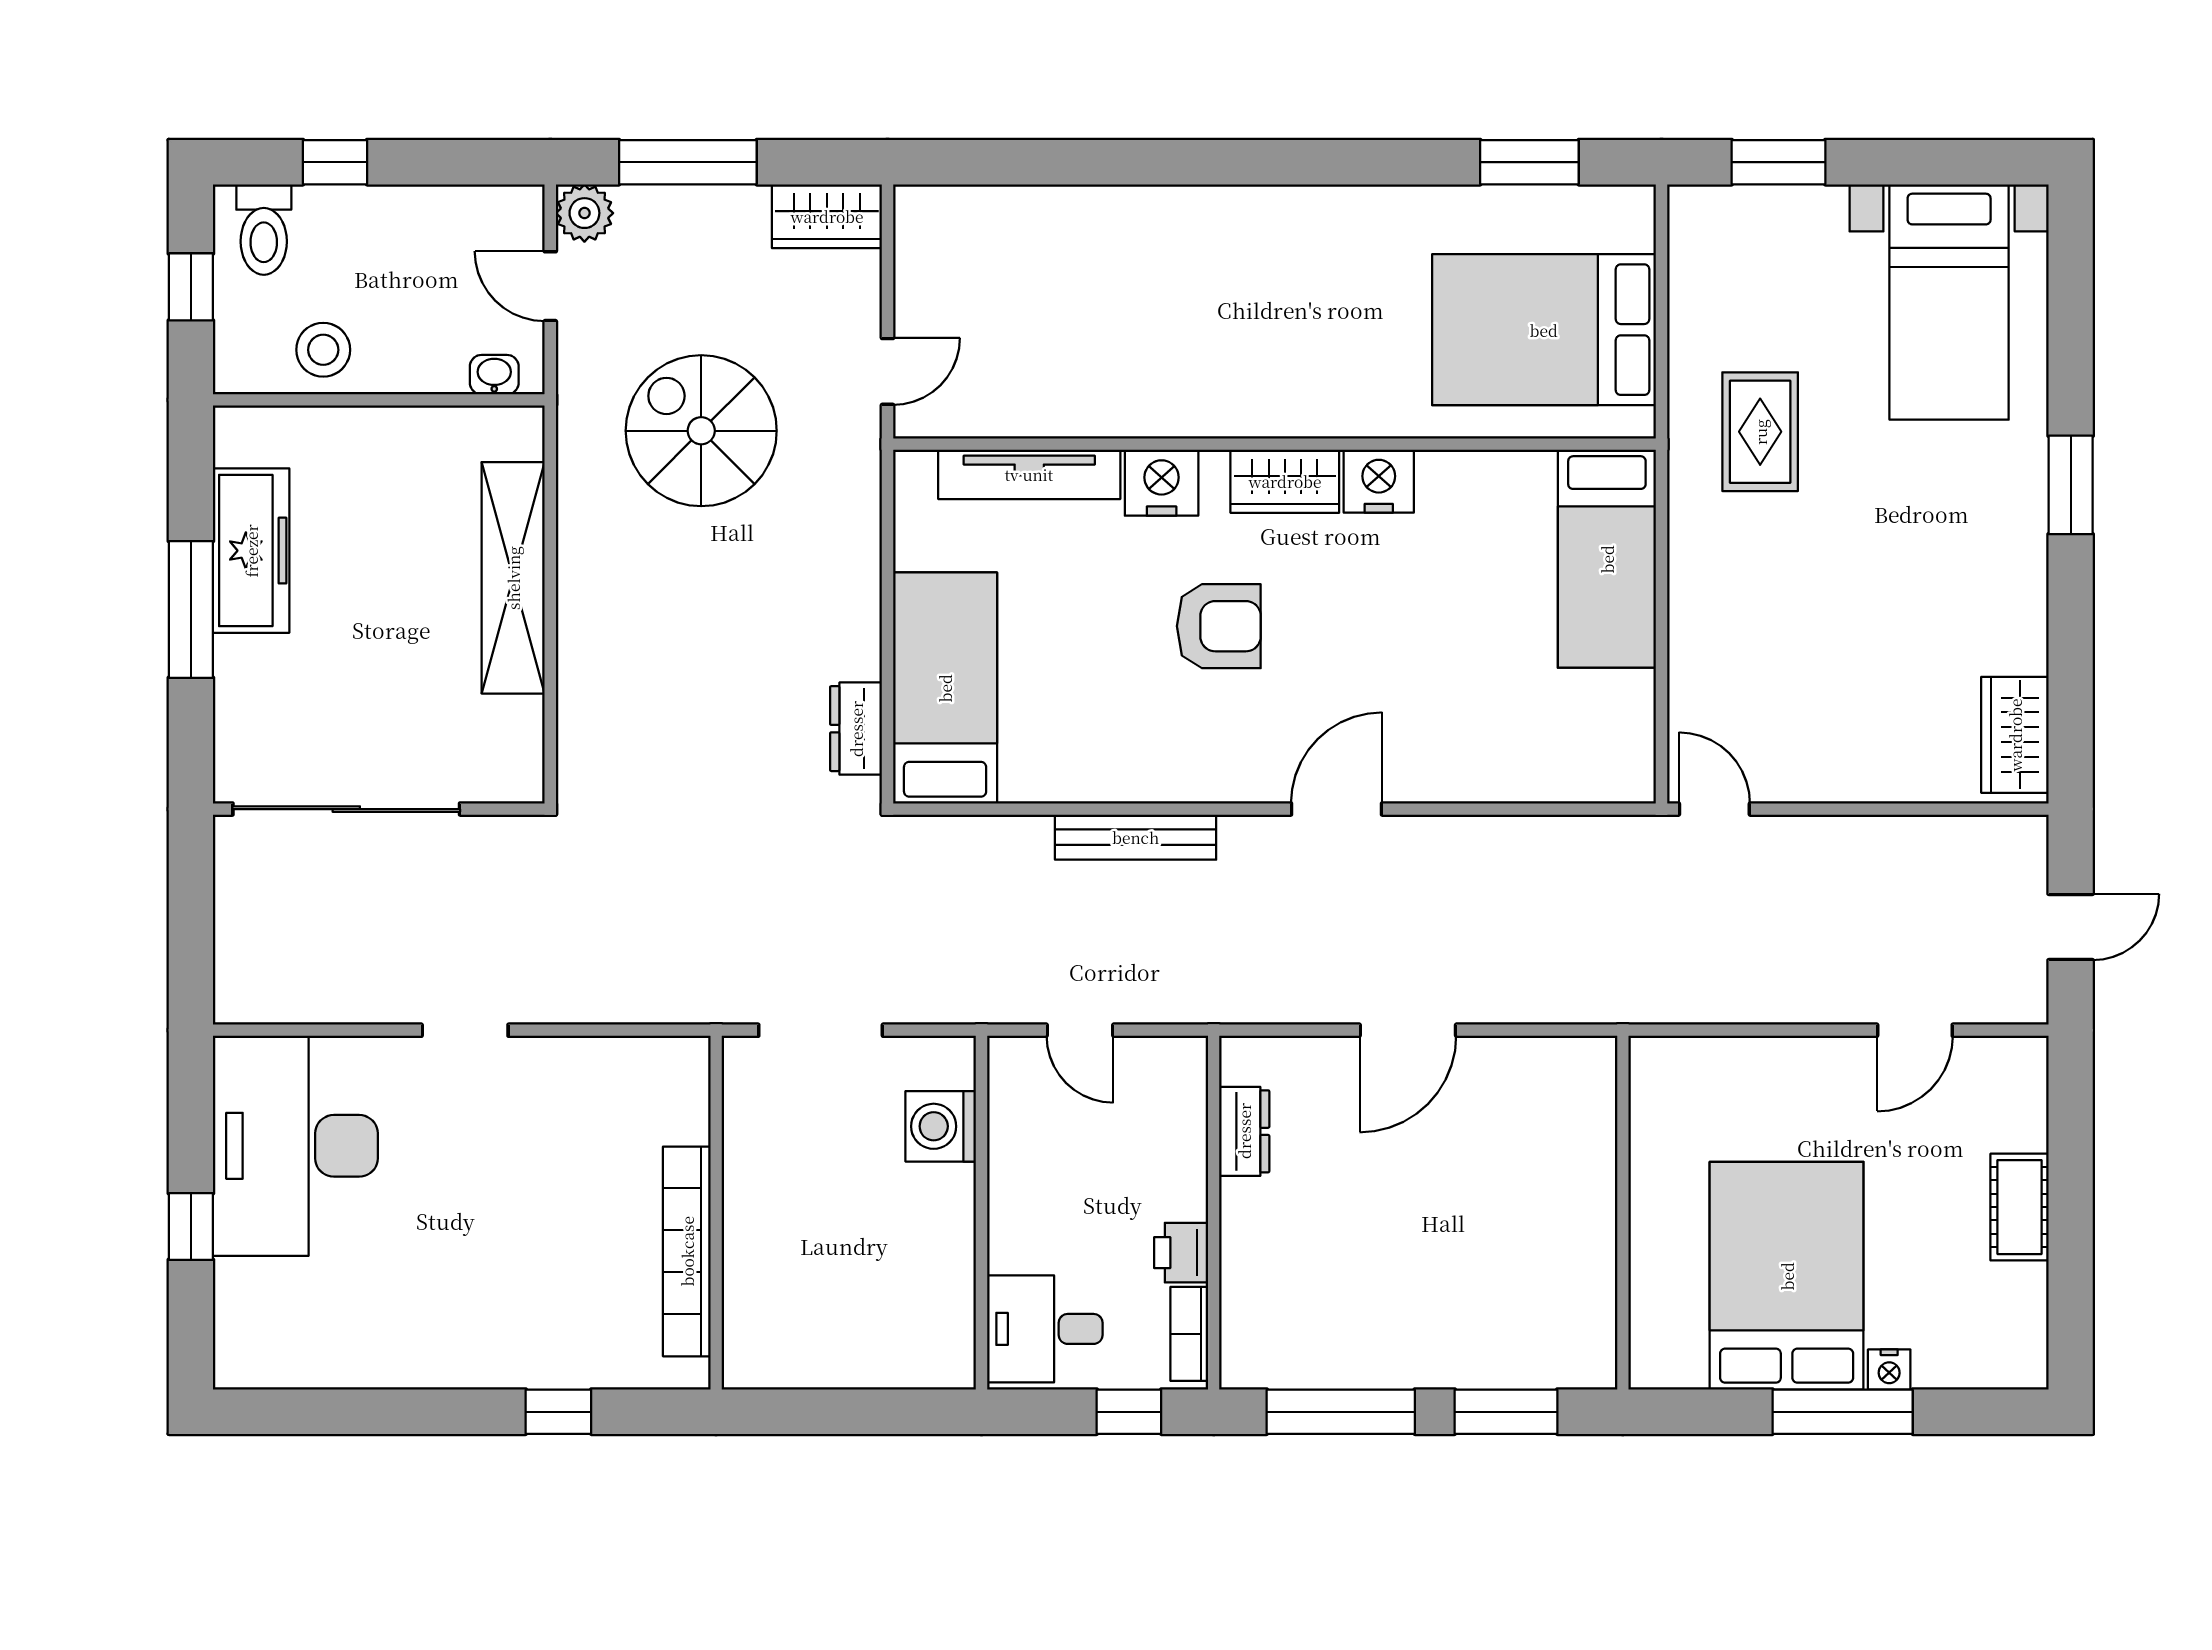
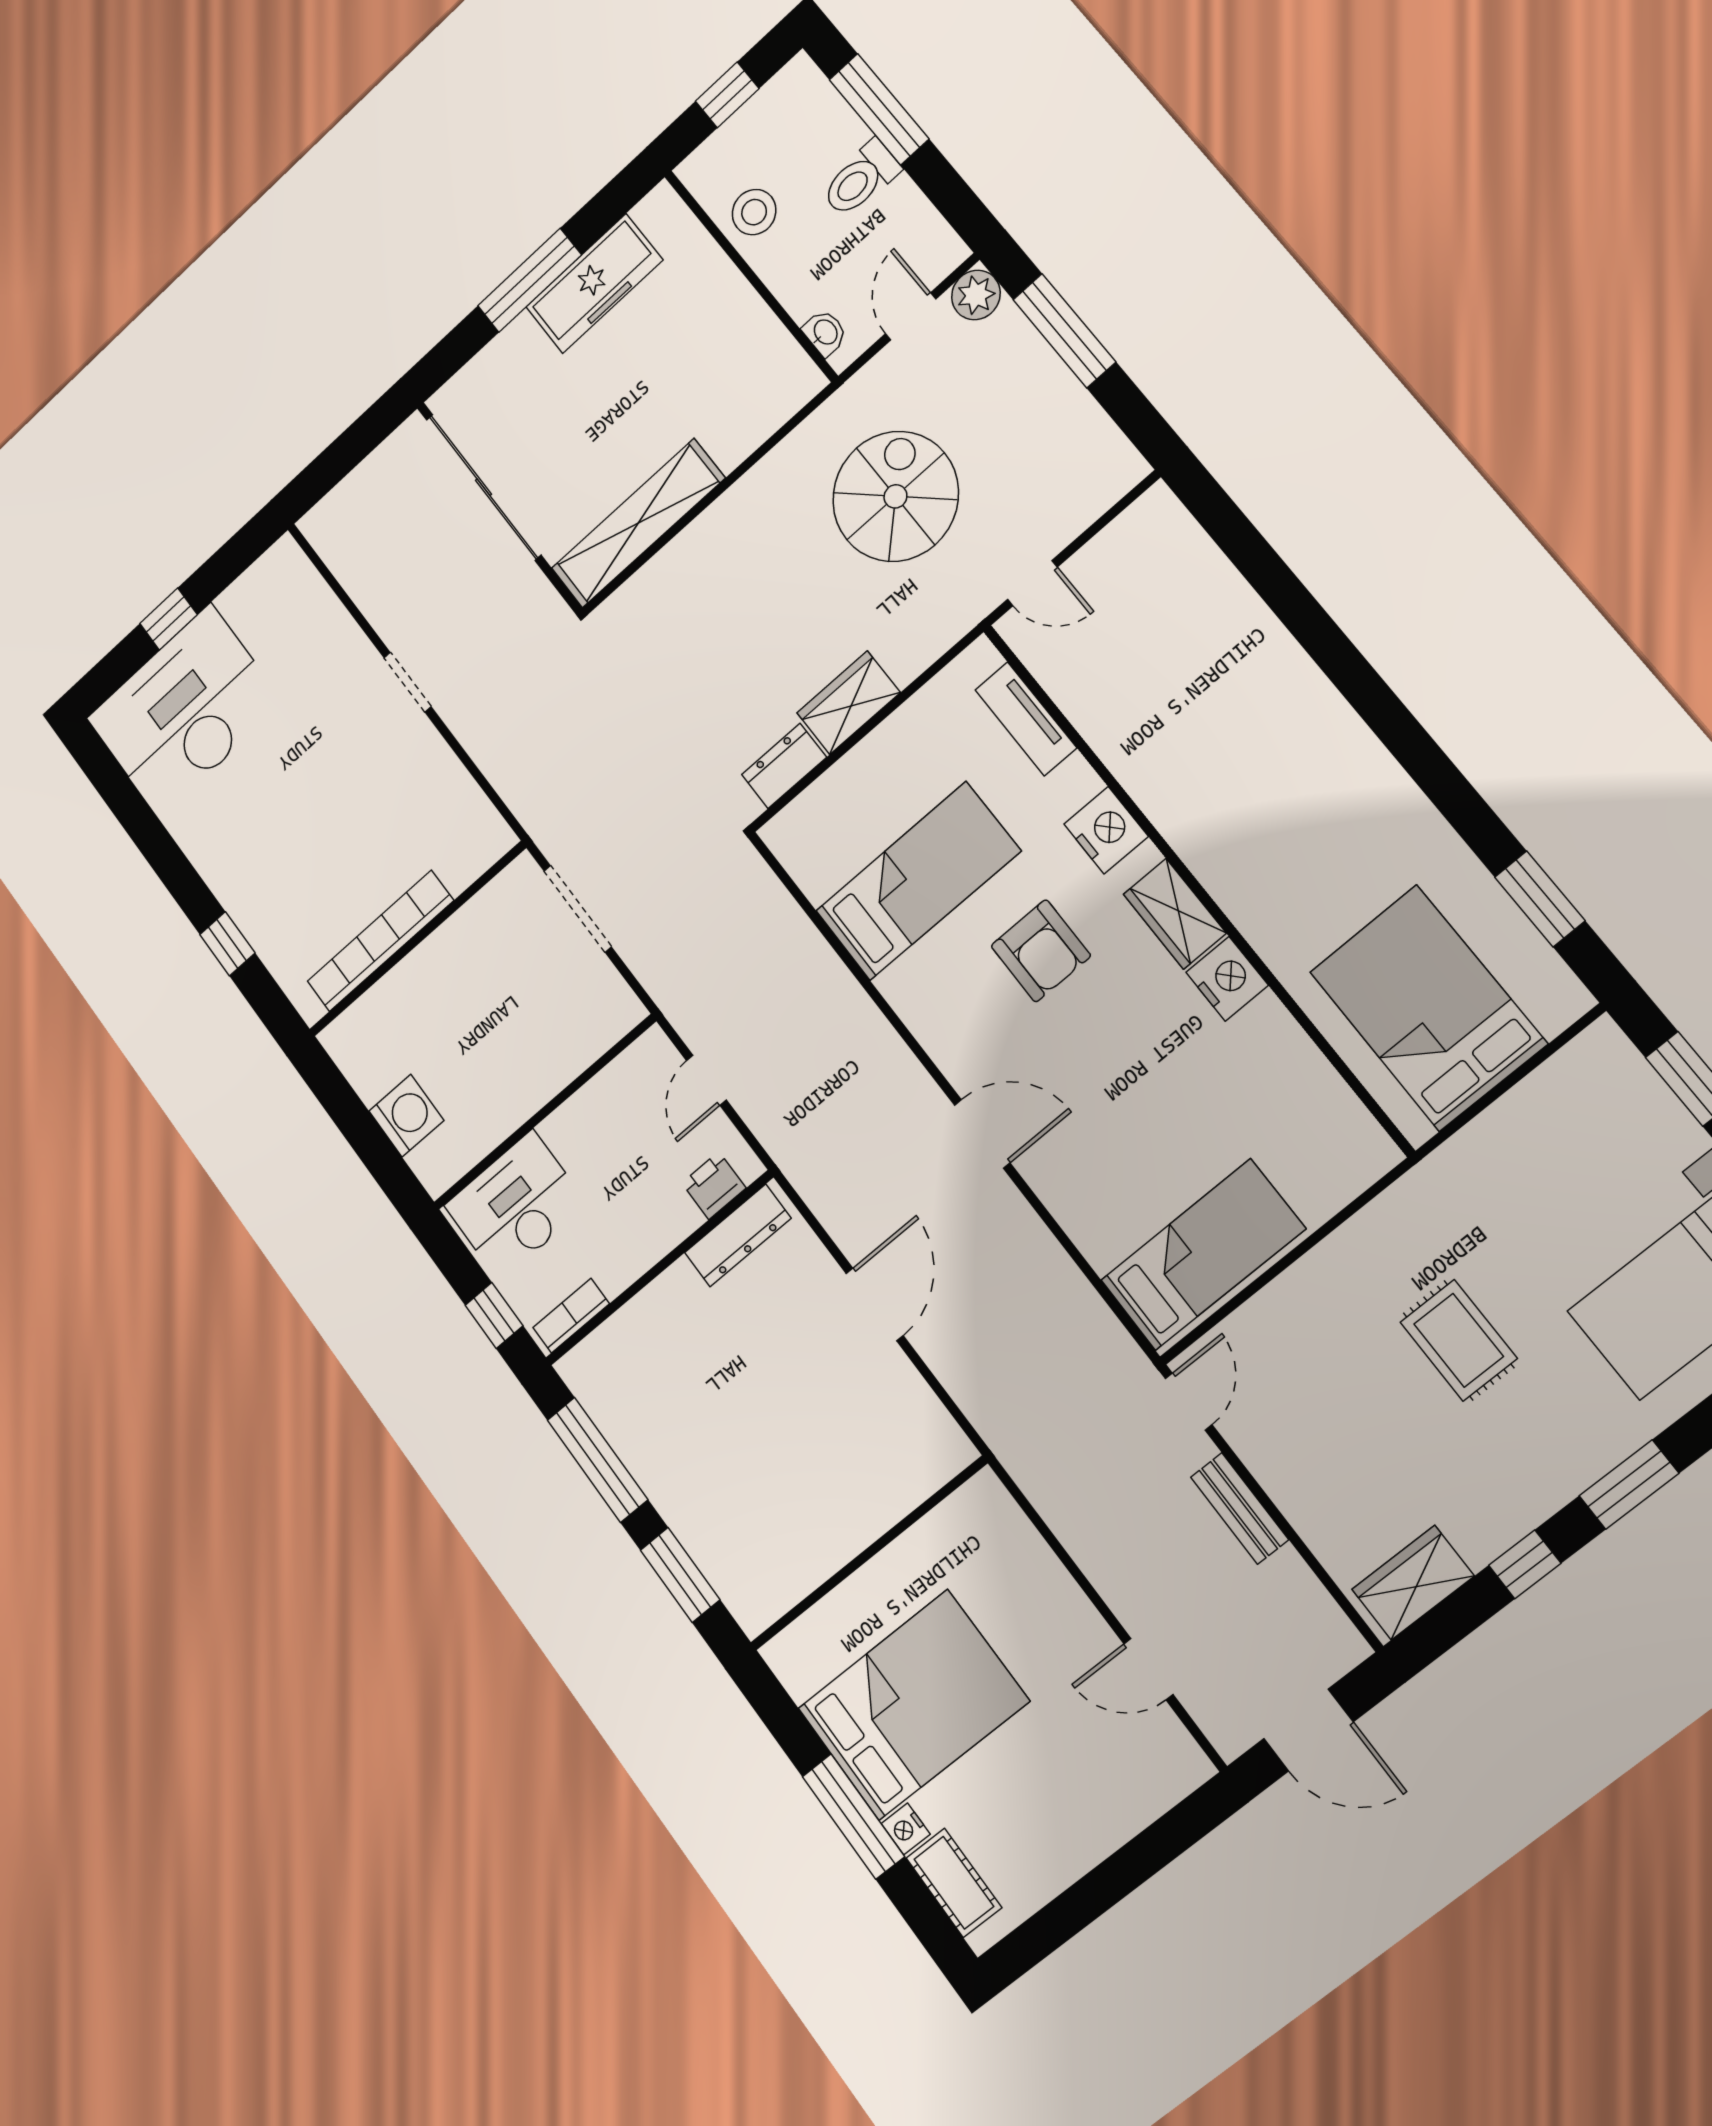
window: (335, 162) -> (879, 109), width x2.17
wardrobe: (827, 216) -> (849, 703), moved, turned 90
toilet: (264, 230) -> (861, 179), moved
rug: (1760, 432) -> (1459, 1340), moved, turned 90
tv unit: (1029, 474) -> (1026, 719), width x0.71
bed: (1607, 559) -> (1203, 1255), moved, turned 180
shelving: (513, 578) -> (638, 523), moved
window: (2071, 626) -> (1525, 1564), added
bed: (945, 688) -> (918, 881), moved
bench: (1136, 837) -> (1240, 1508), moved, width x0.73
door: (2071, 927) -> (1308, 1730), width x1.38
door: (1408, 1030) -> (875, 1304), swing flipped
washing machine: (941, 1126) -> (406, 1116), moved, turned 90
dresser: (1244, 1131) -> (738, 1235), width x1.44
desk: (295, 1146) -> (185, 711), moved
cot: (2019, 1207) -> (954, 1883), moved, turned 90
printer: (1181, 1253) -> (714, 1186), moved
desk: (1045, 1329) -> (516, 1205), width x1.37

